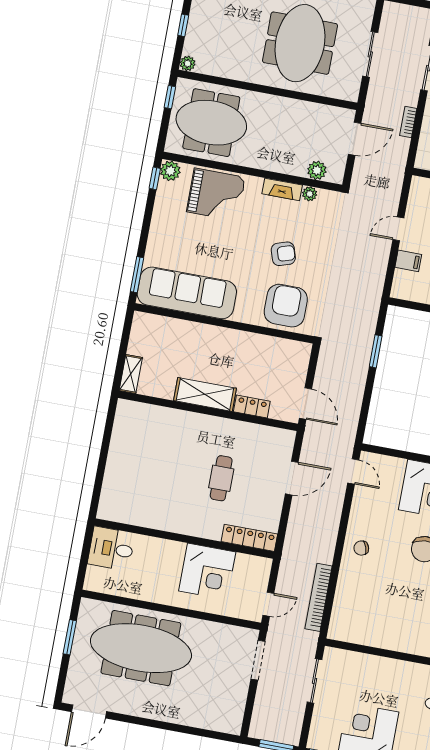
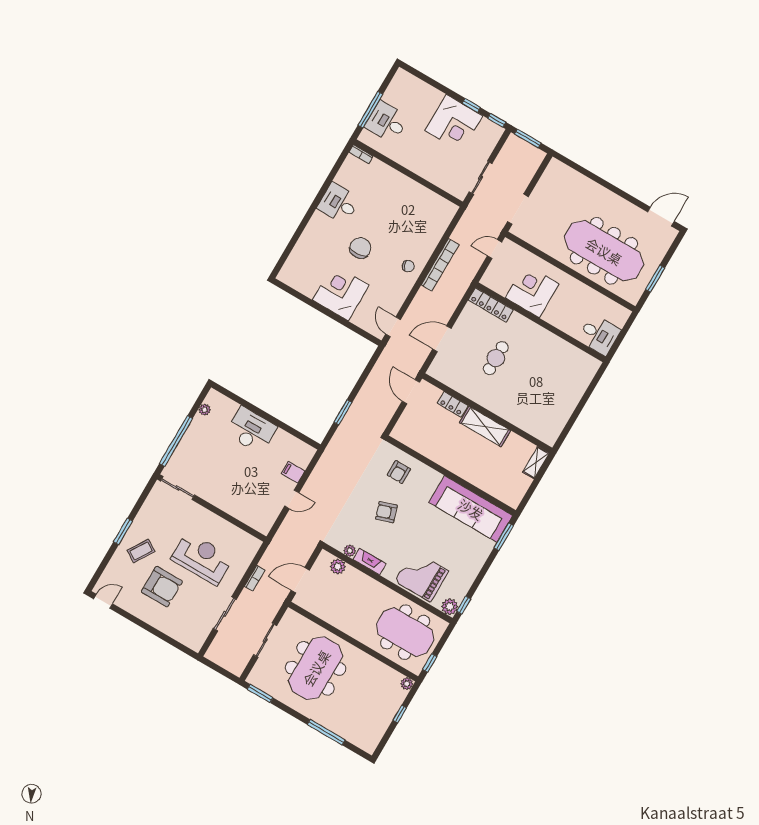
armchair: (286, 306) -> (399, 472), width x0.53, depth x0.53
bookcase: (319, 597) -> (440, 265), moved

